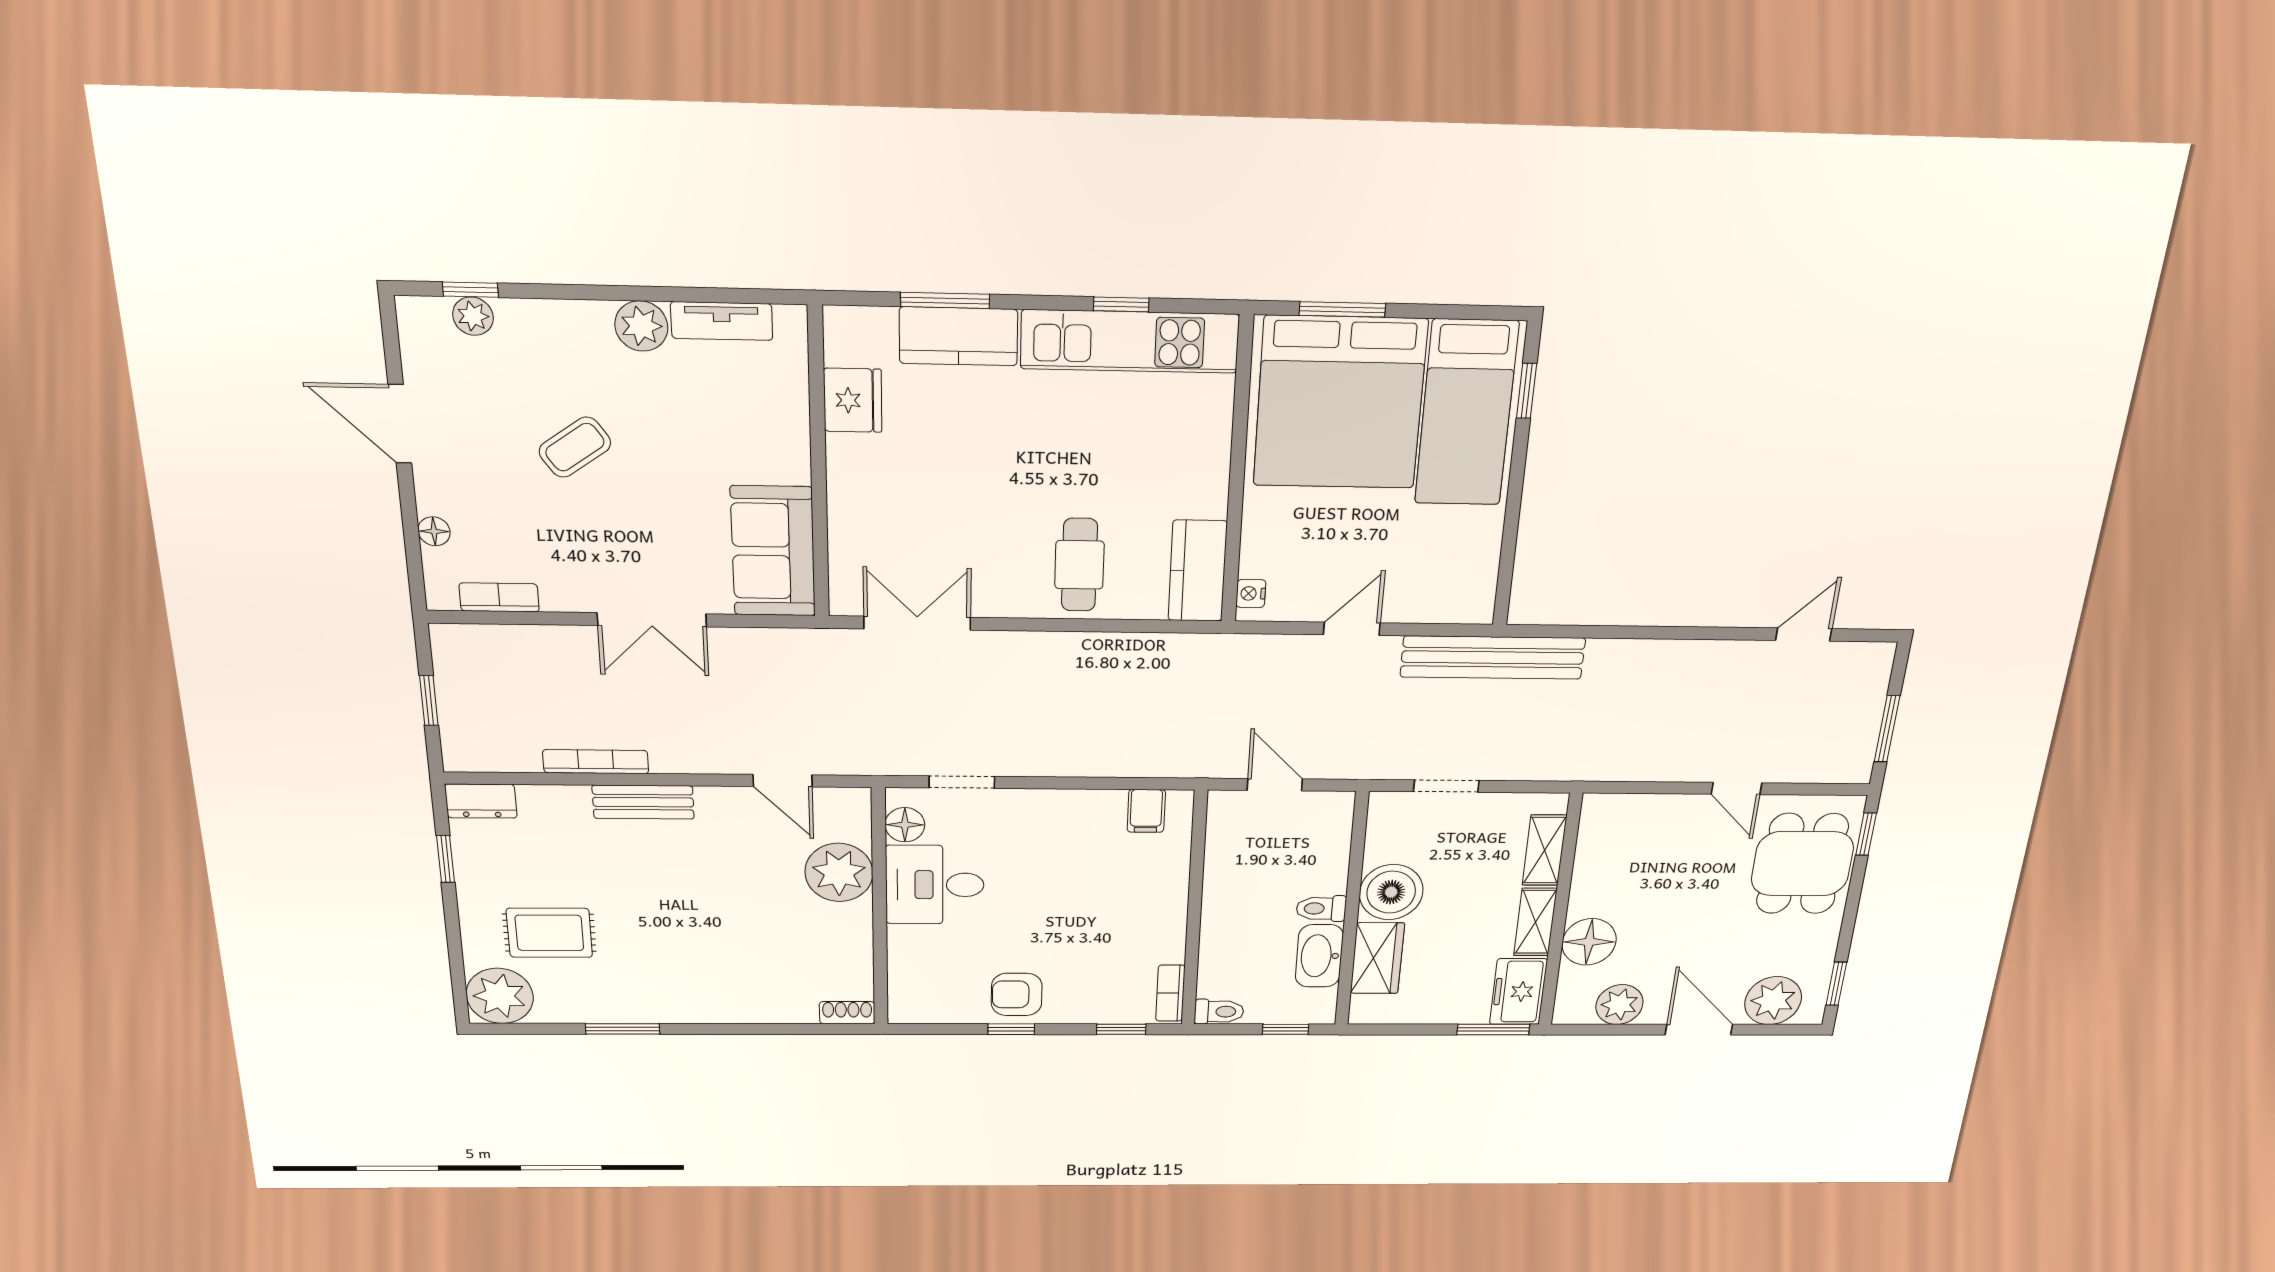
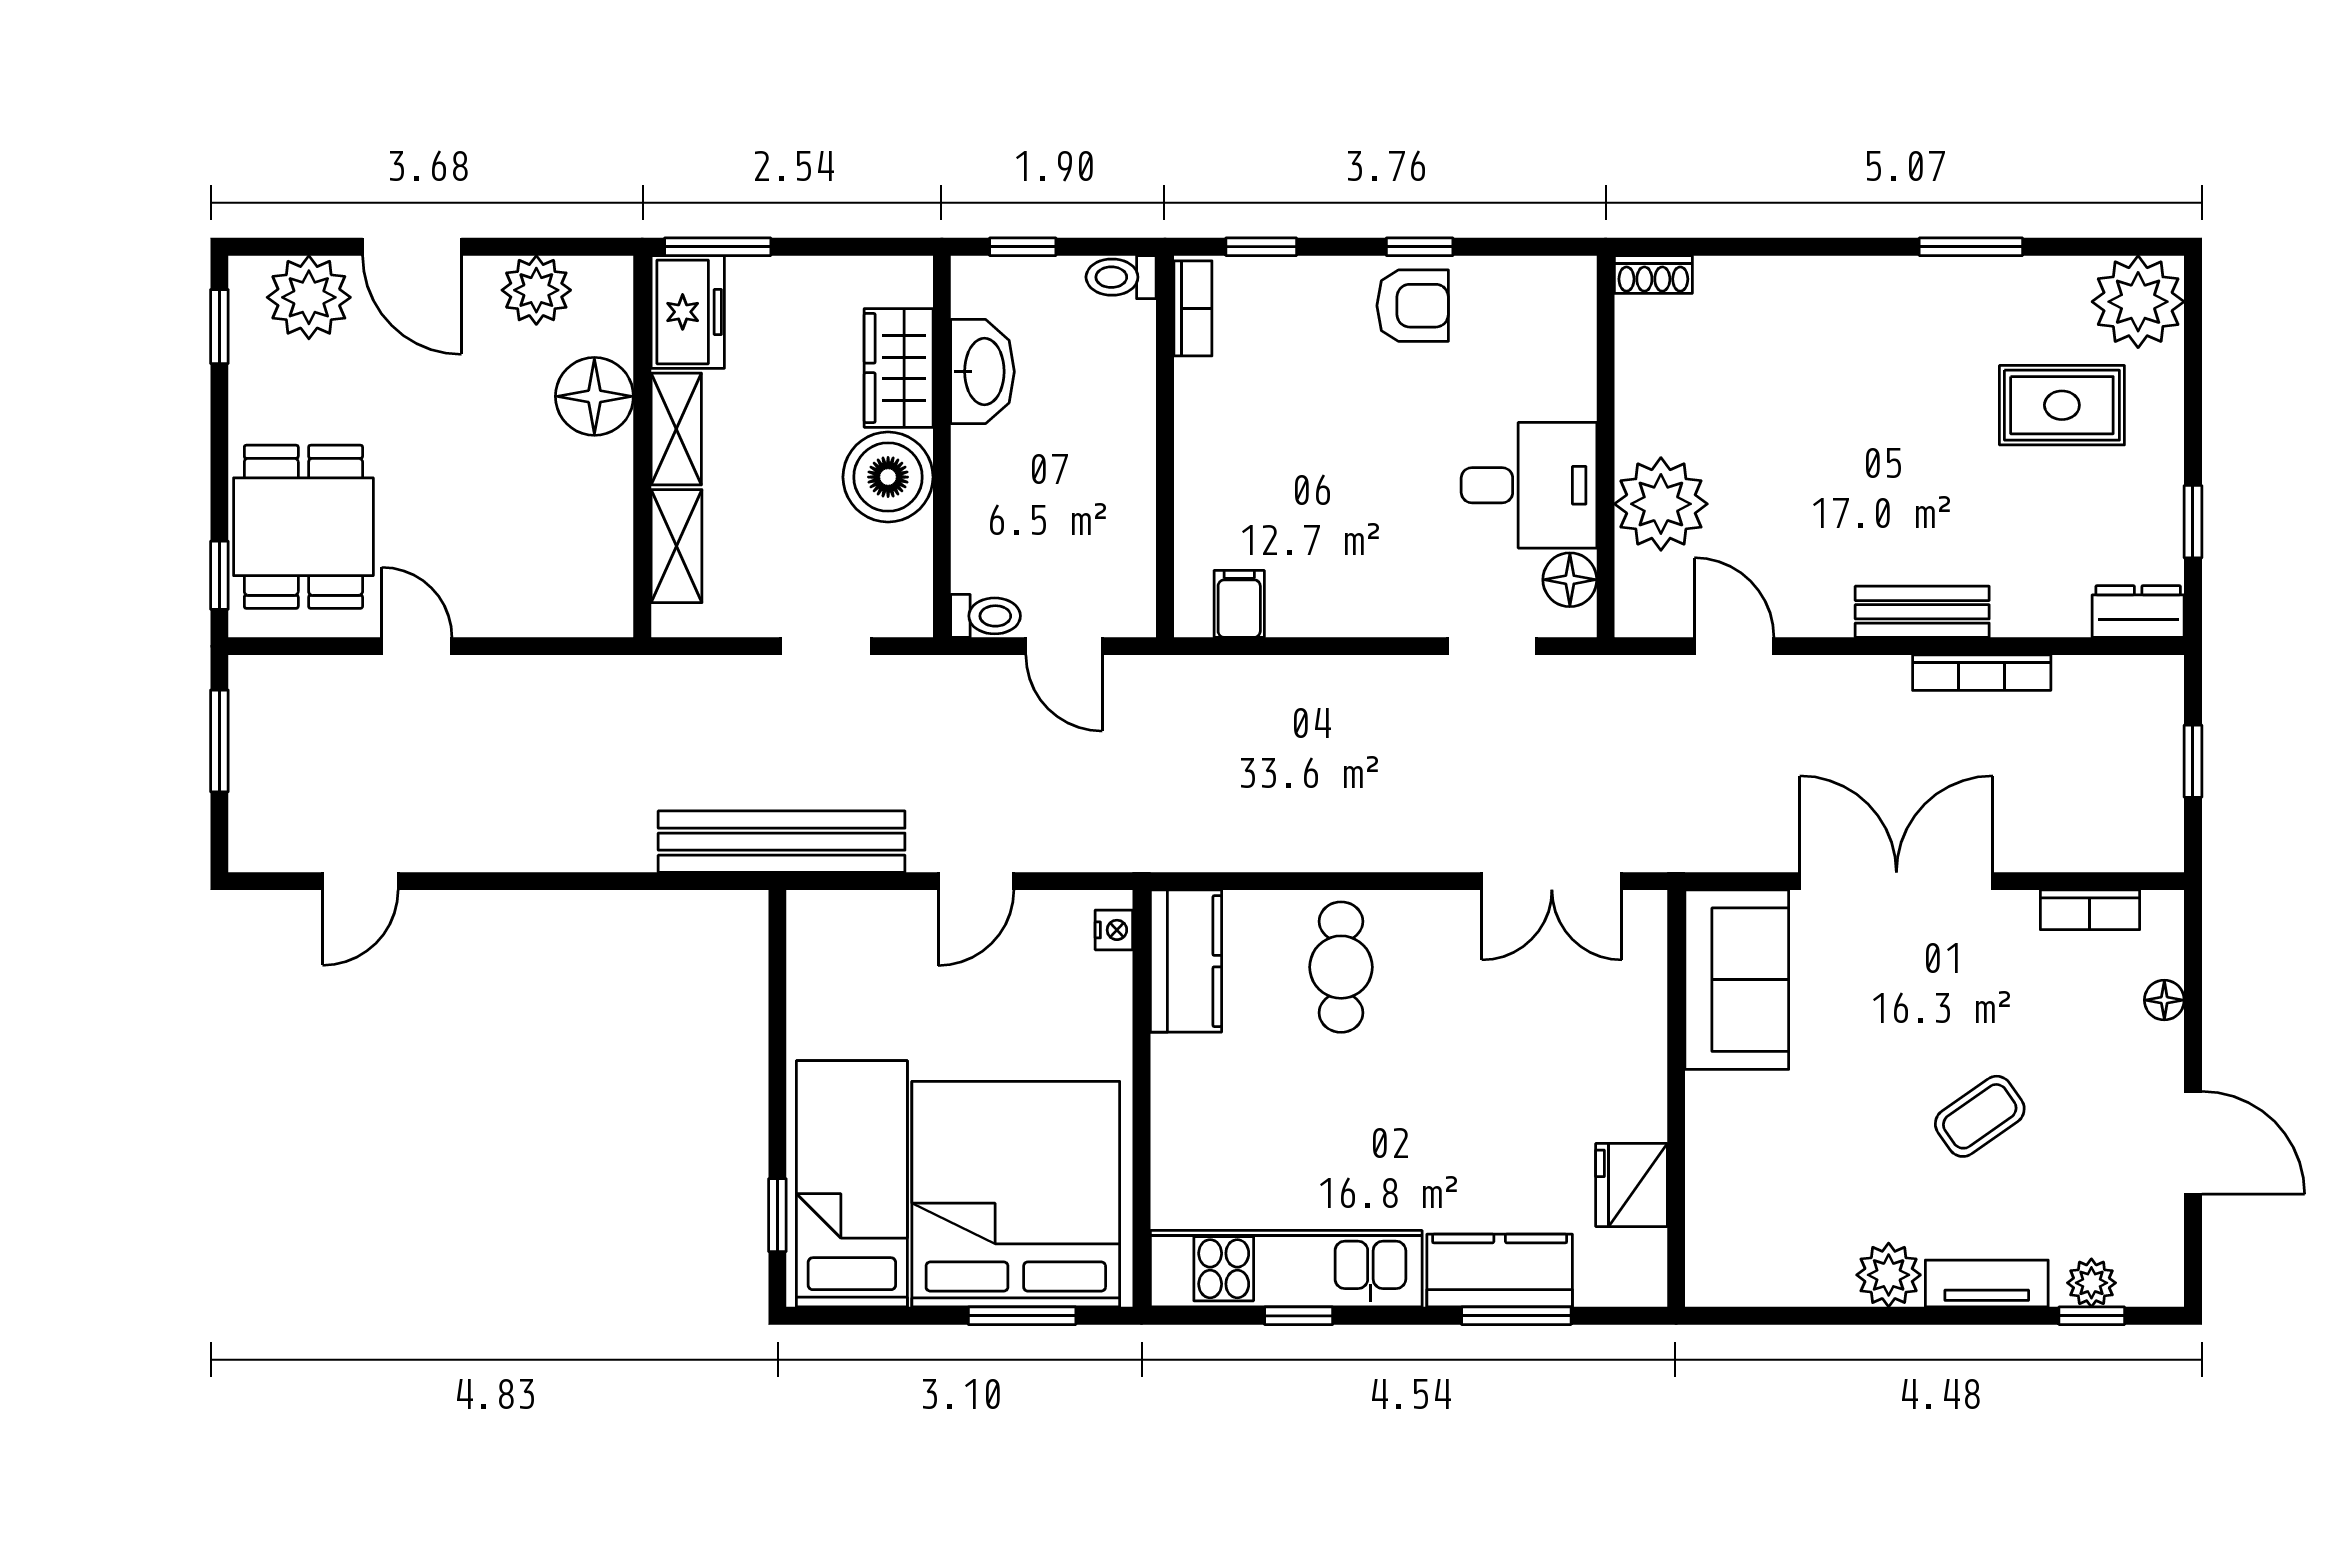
tv unit: (722, 321) -> (1987, 1284), moved
double door: (652, 620) -> (1896, 881), width x1.37
toilet: (1321, 909) -> (986, 616), moved

